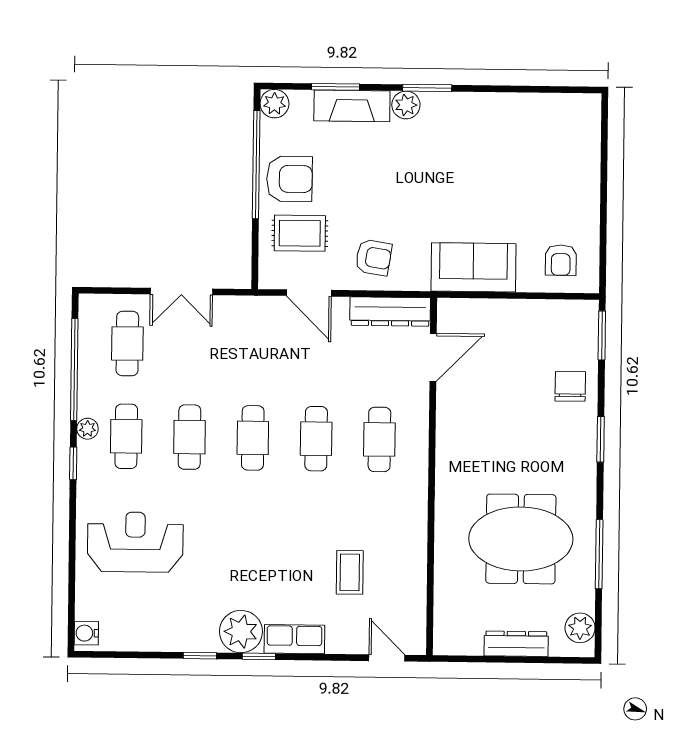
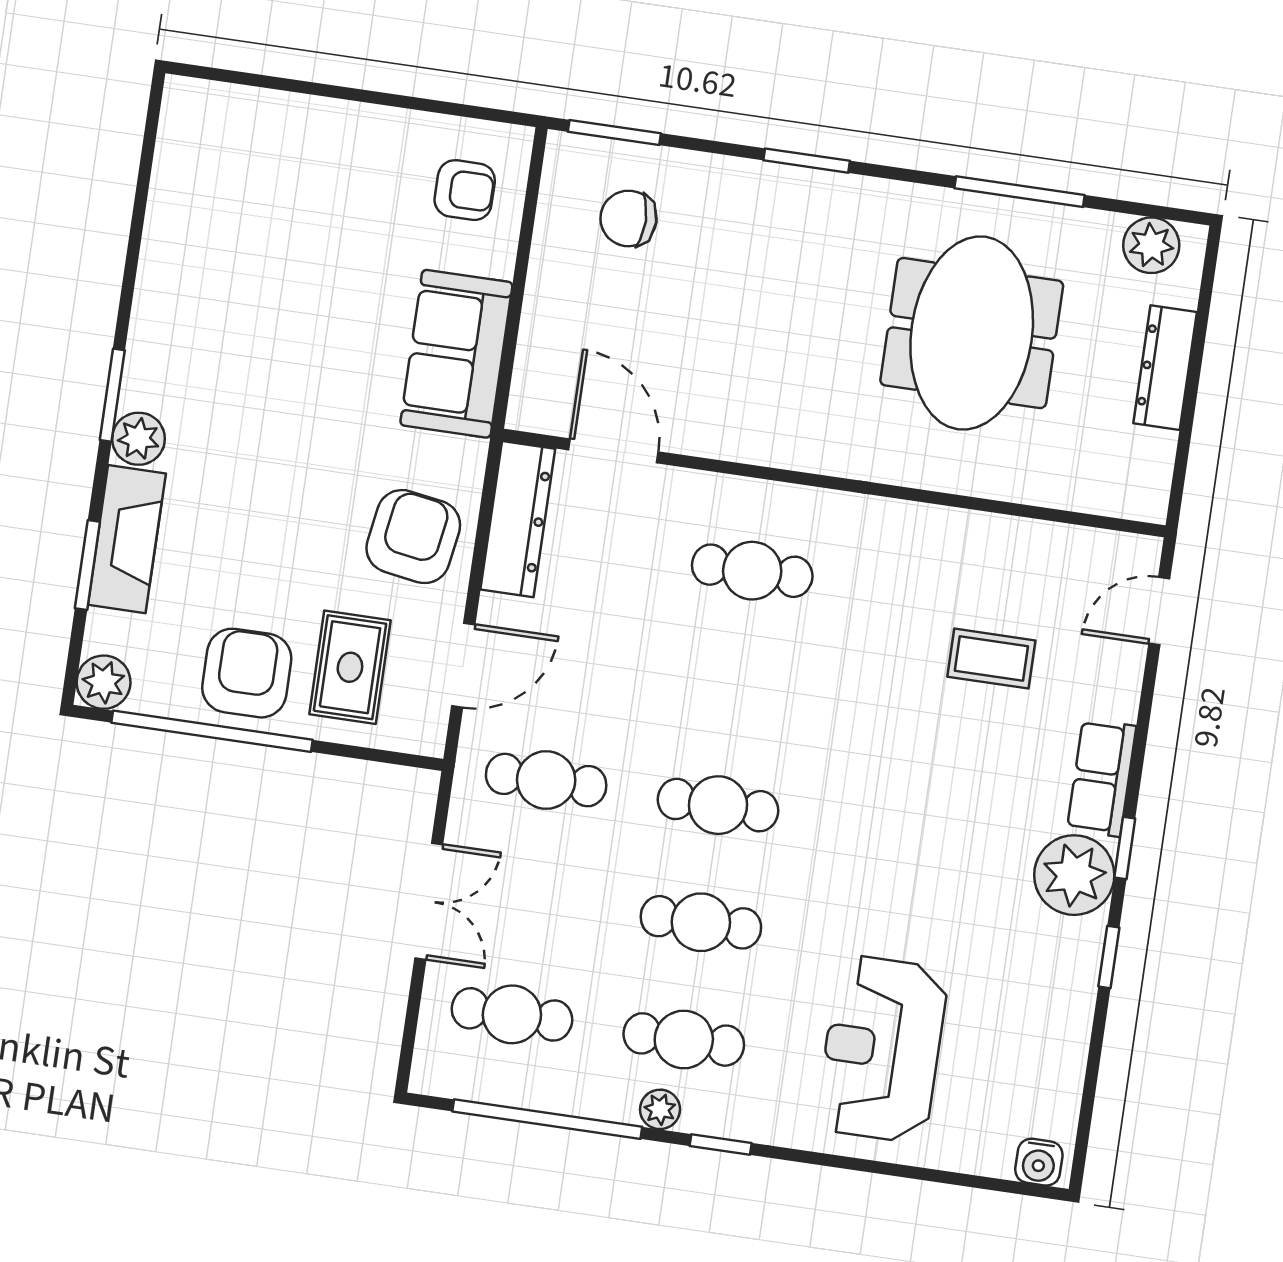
armchair: (374, 257) -> (413, 537), width x1.38, depth x1.38
chair: (570, 386) -> (628, 218), moved
cafe table: (316, 439) -> (546, 780), moved

